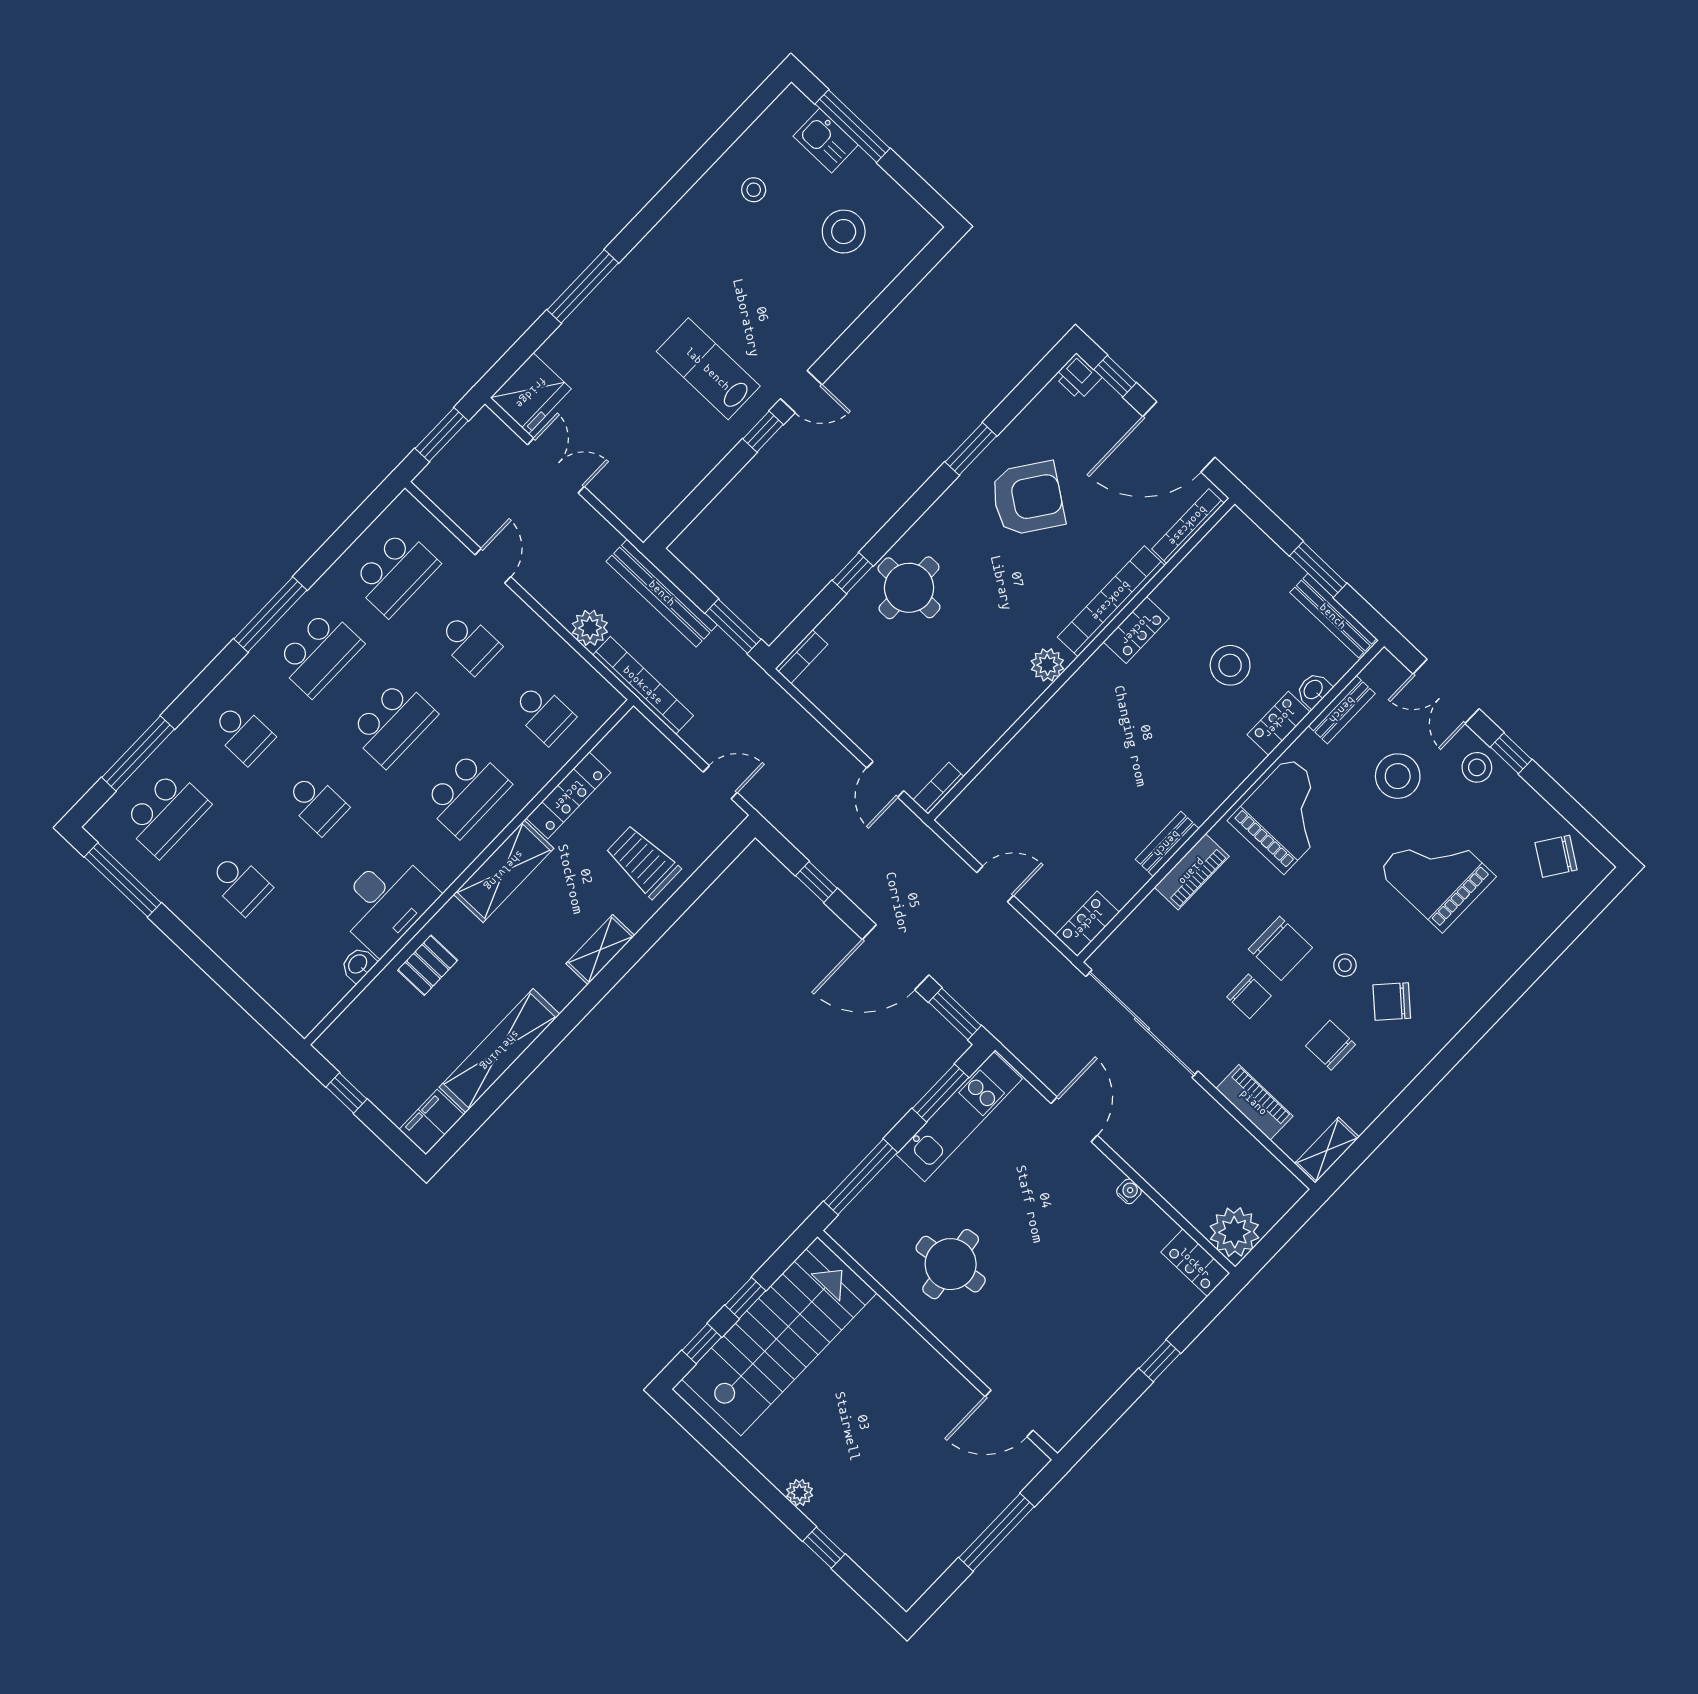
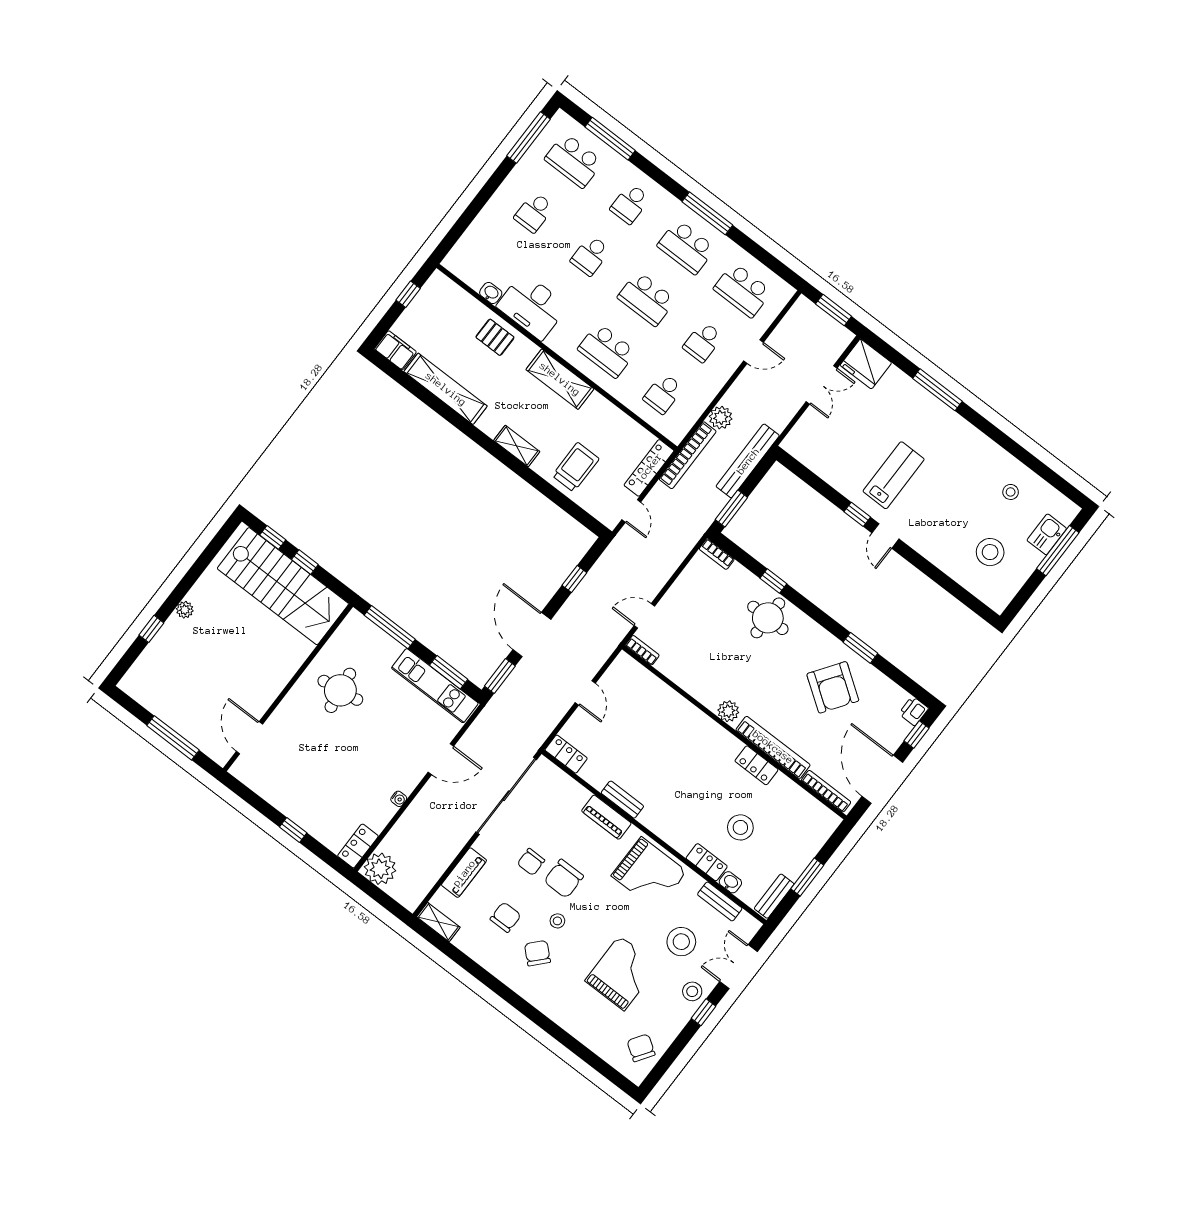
bench: (1333, 616) -> (774, 896), width x0.73
locker: (568, 795) -> (649, 468), moved, turned 90

